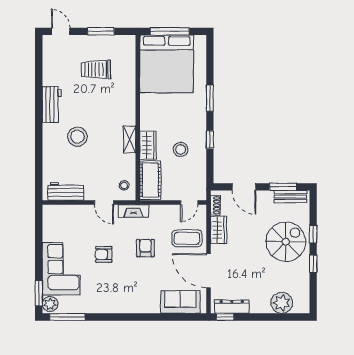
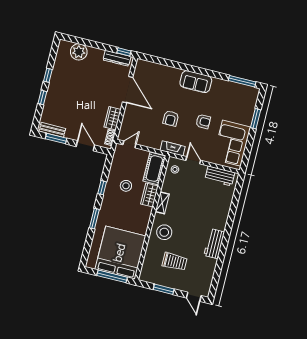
stool: (77, 137) -> (164, 232), moved
coffee table: (187, 238) -> (138, 118), removed
spiral stairs: (286, 242) -> (64, 97), removed
corner sofa: (61, 269) -> (232, 143), moved
window: (39, 293) -> (256, 119), moved
sofa: (180, 302) -> (196, 82), moved
plant: (50, 304) -> (253, 94), removed

